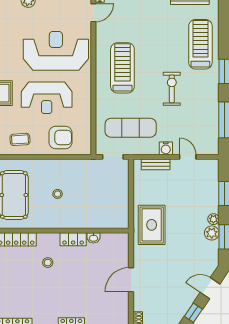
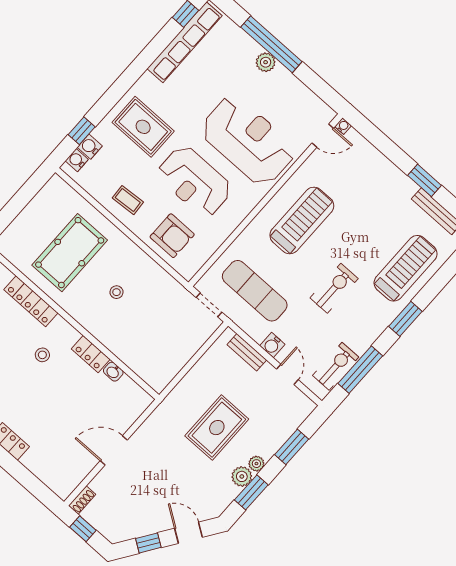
exercise bike: (210, 130) -> (336, 366), added
rug: (152, 225) -> (217, 428), moved

